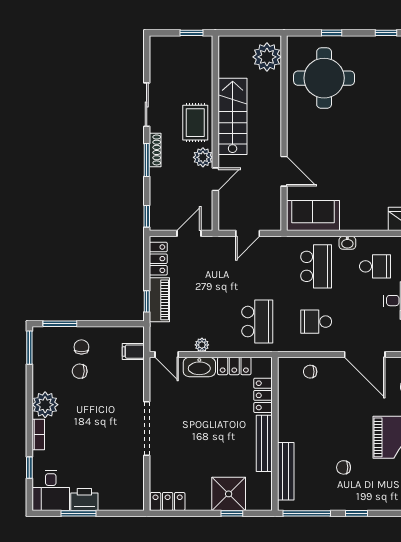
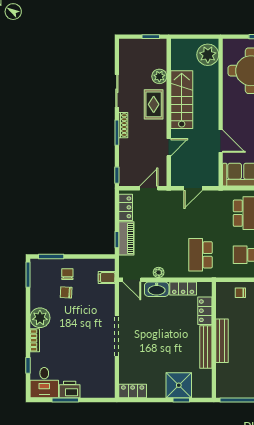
plant: (203, 157) -> (159, 76), moved
school desk: (257, 322) -> (200, 255), turned 180
bench: (286, 471) -> (222, 341), moved

